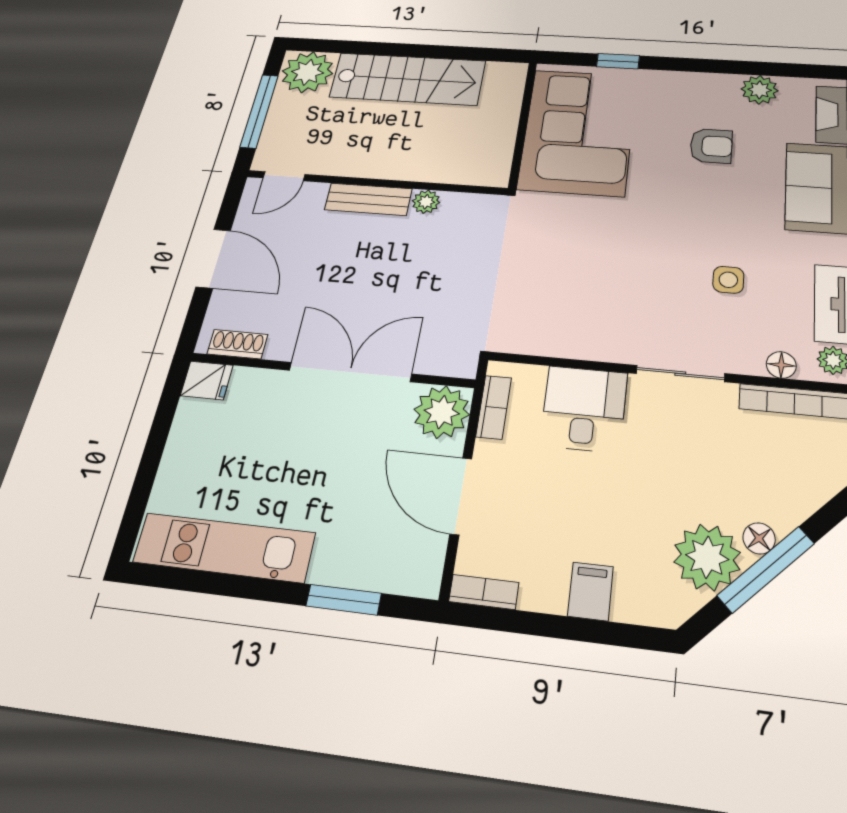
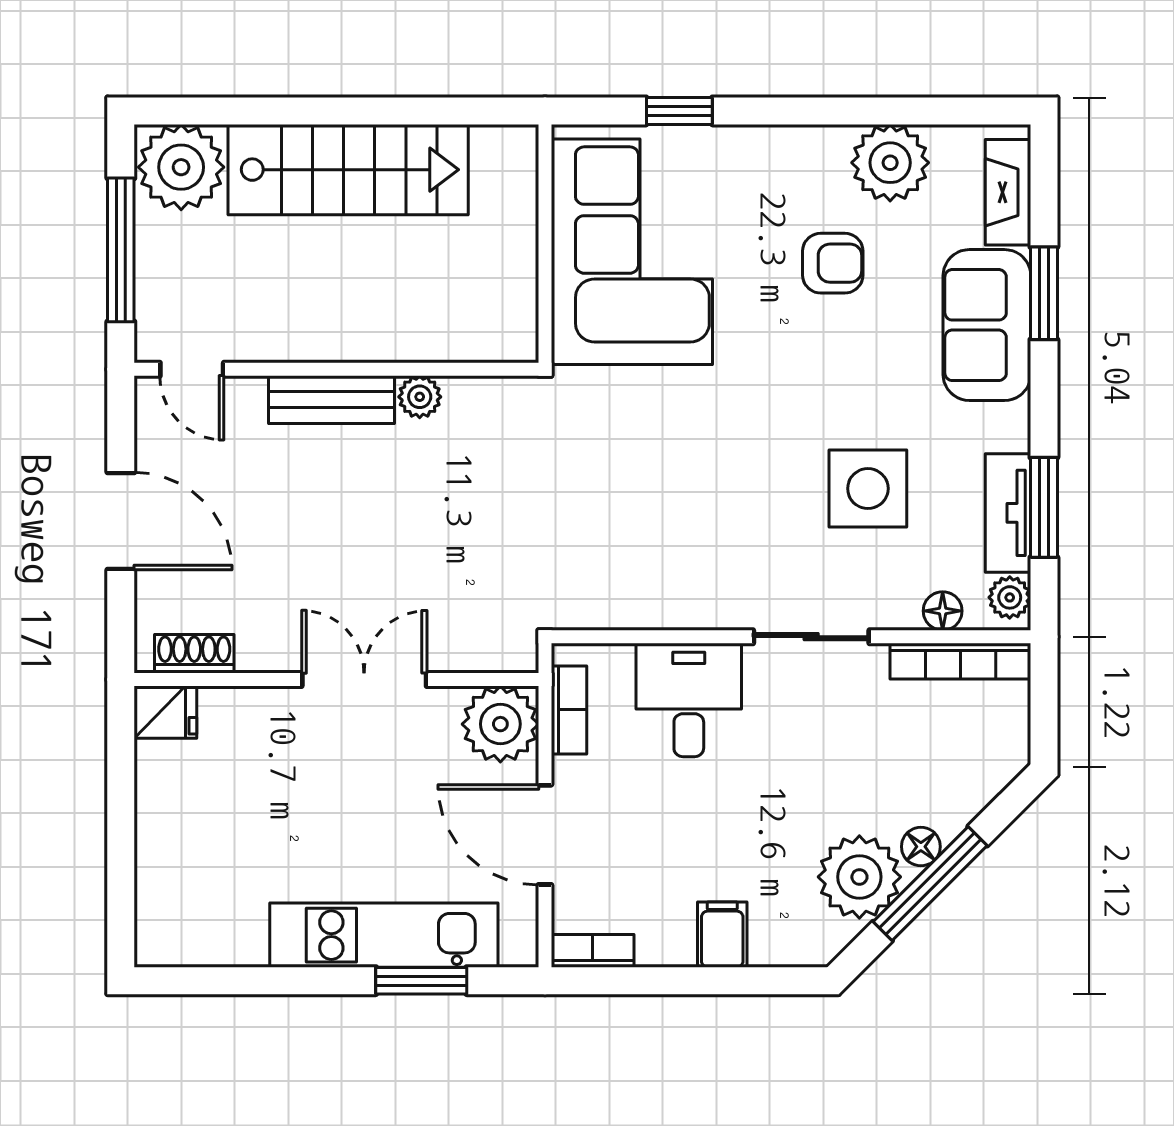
plant: (760, 90) -> (890, 163), width x1.36, depth x1.36
door: (284, 176) -> (192, 369), hinge flipped
side table: (728, 280) -> (868, 489), width x1.87, depth x1.87
double door: (350, 372) -> (364, 679), width x0.73
kitchen unit: (224, 547) -> (384, 935), moved

